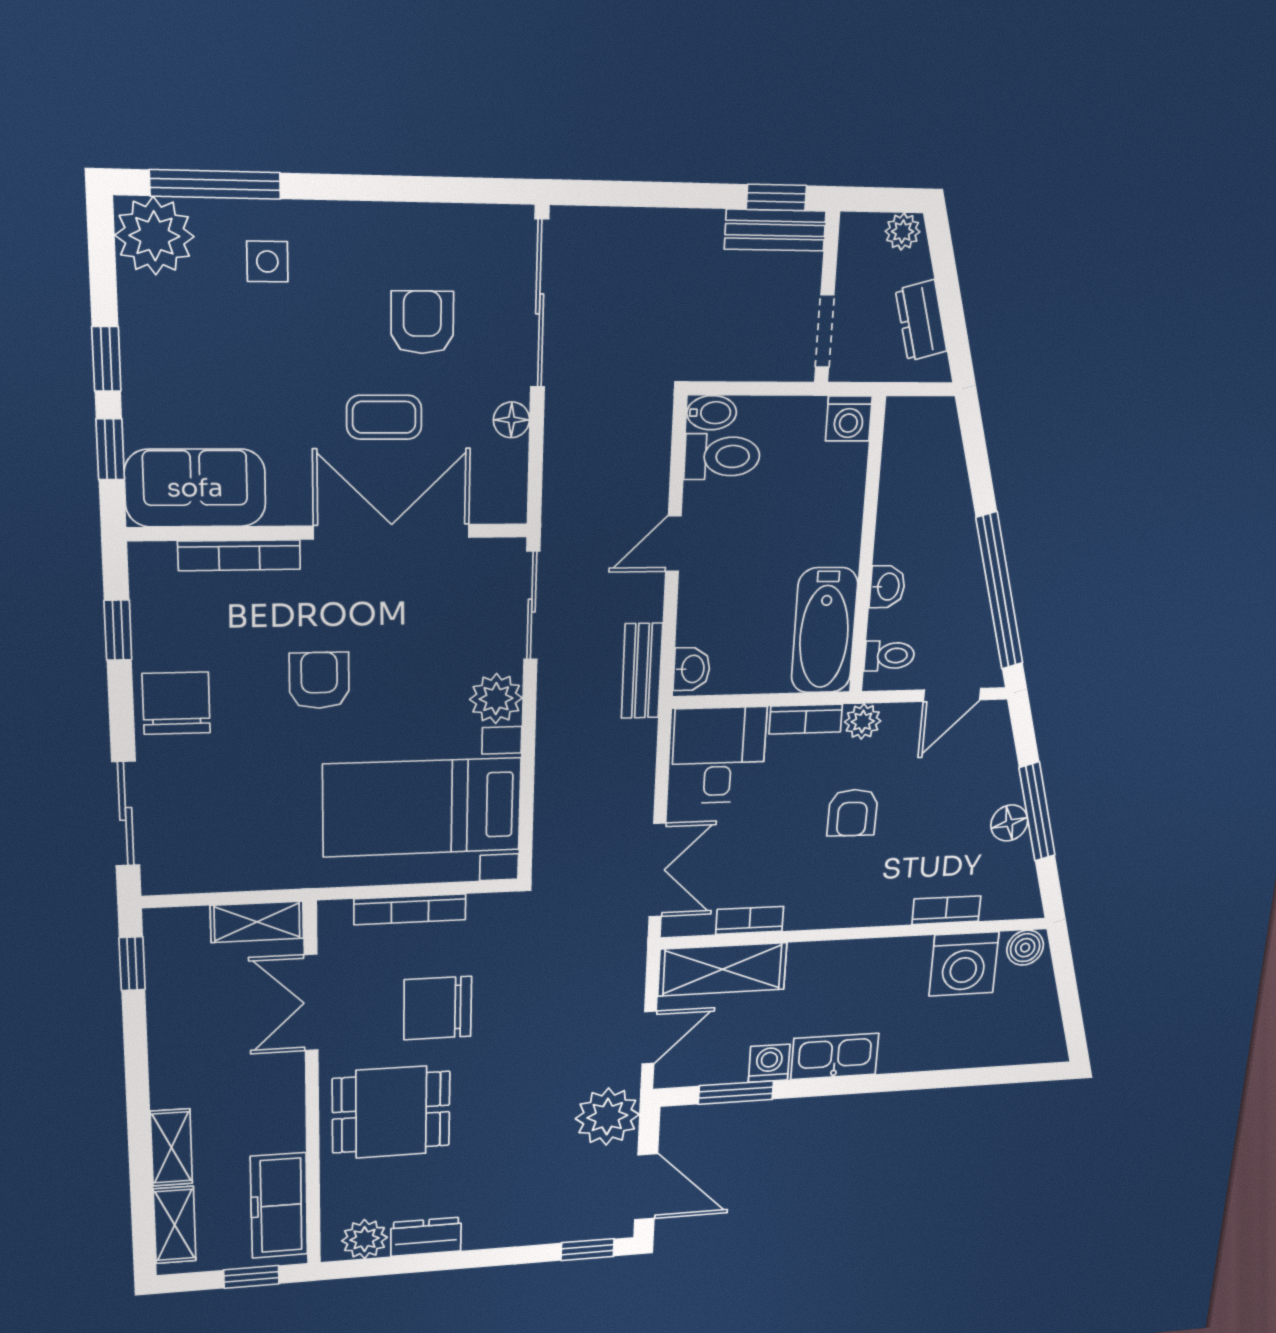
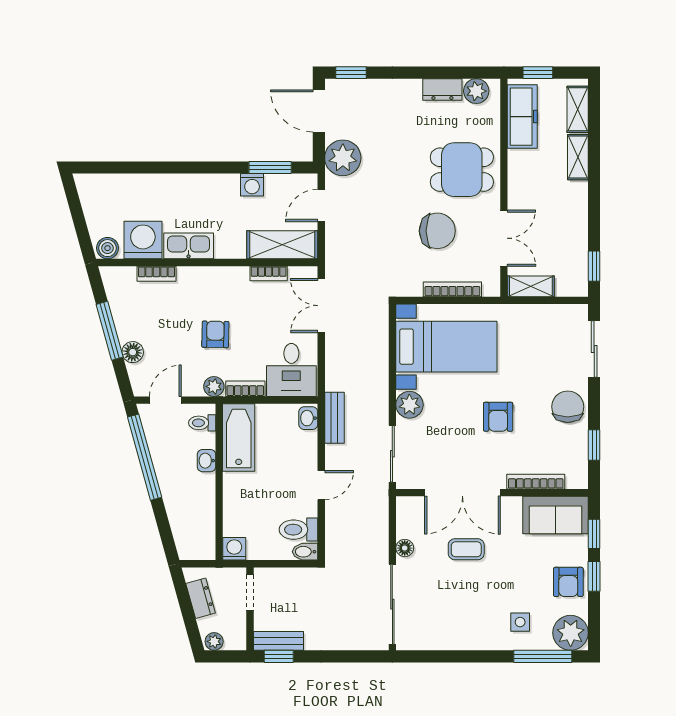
armchair: (422, 322) -> (568, 582), moved
chair: (176, 703) -> (568, 407), turned 180
floor lamp: (1009, 823) -> (133, 352), moved
kitchen sink: (835, 1056) -> (189, 246), moved, turned 180

